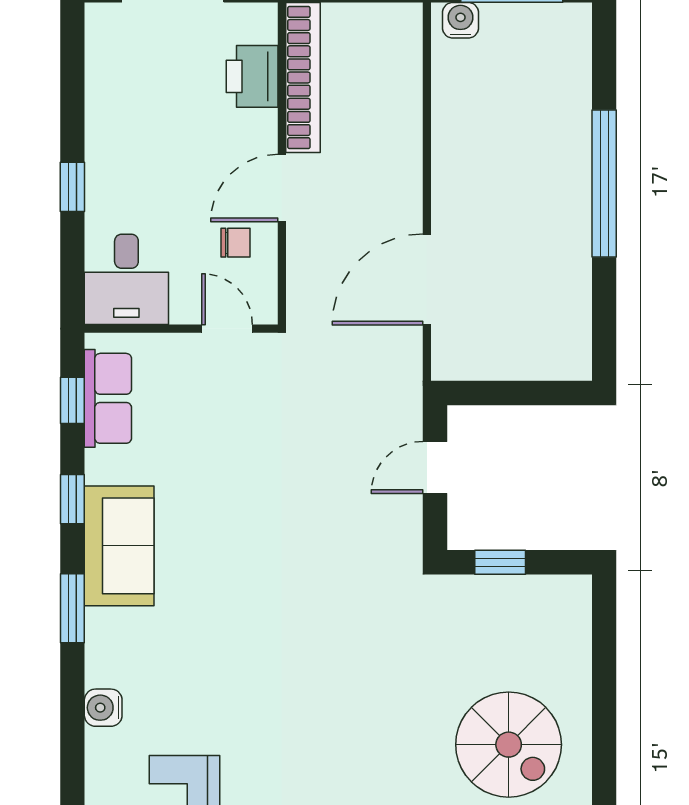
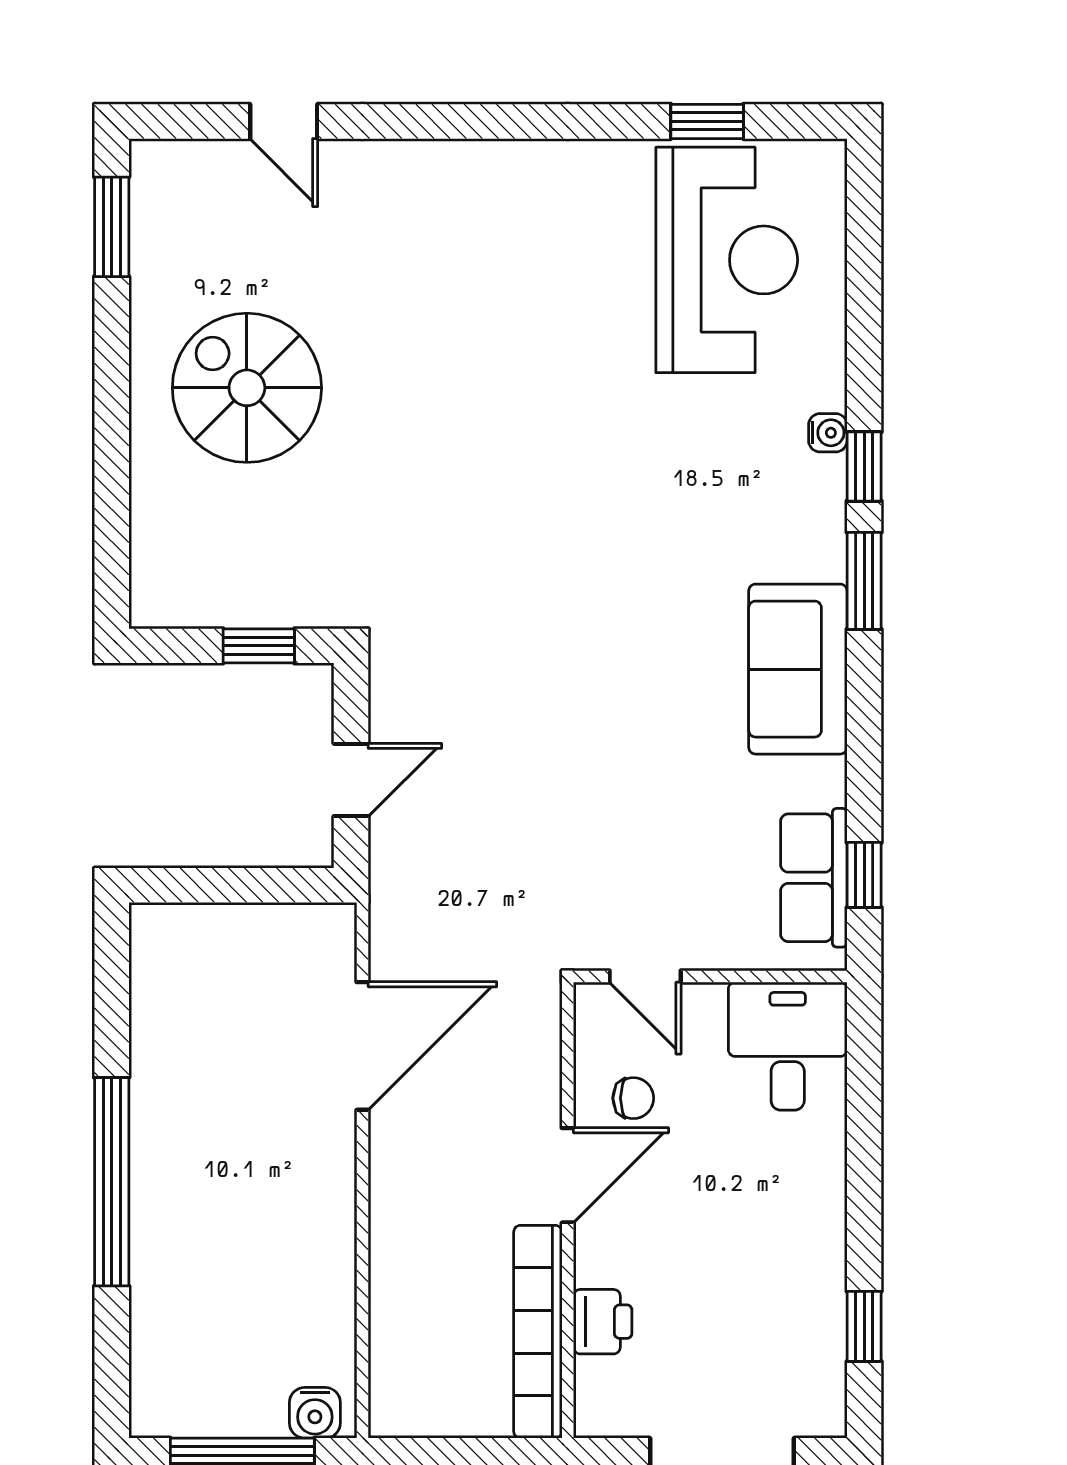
printer: (252, 76) -> (603, 1322), width x0.73, depth x0.81
window: (72, 187) -> (864, 1326), moved
chair: (235, 243) -> (633, 1098), turned 180
window: (72, 499) -> (864, 466), moved
water cooler: (103, 708) -> (828, 433), width x0.72, depth x0.72

